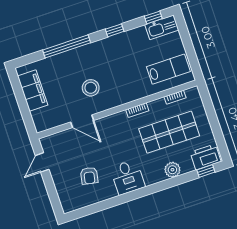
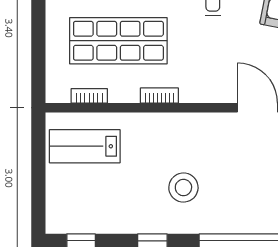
kitchen sink: (162, 27) -> (72, 220), removed
stool: (91, 88) -> (183, 188), moved

